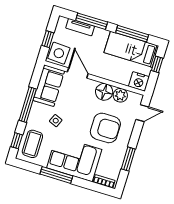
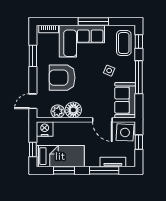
window: (132, 34) -> (64, 170), width x0.69

